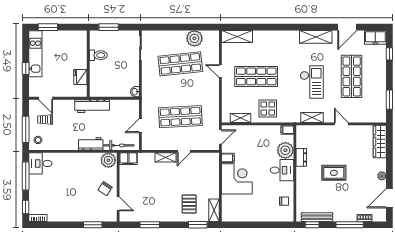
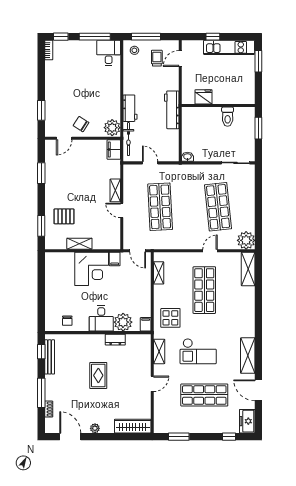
plant: (194, 38) -> (246, 240), moved
display table: (268, 108) -> (170, 318), moved
shelving: (214, 210) -> (79, 244), moved

